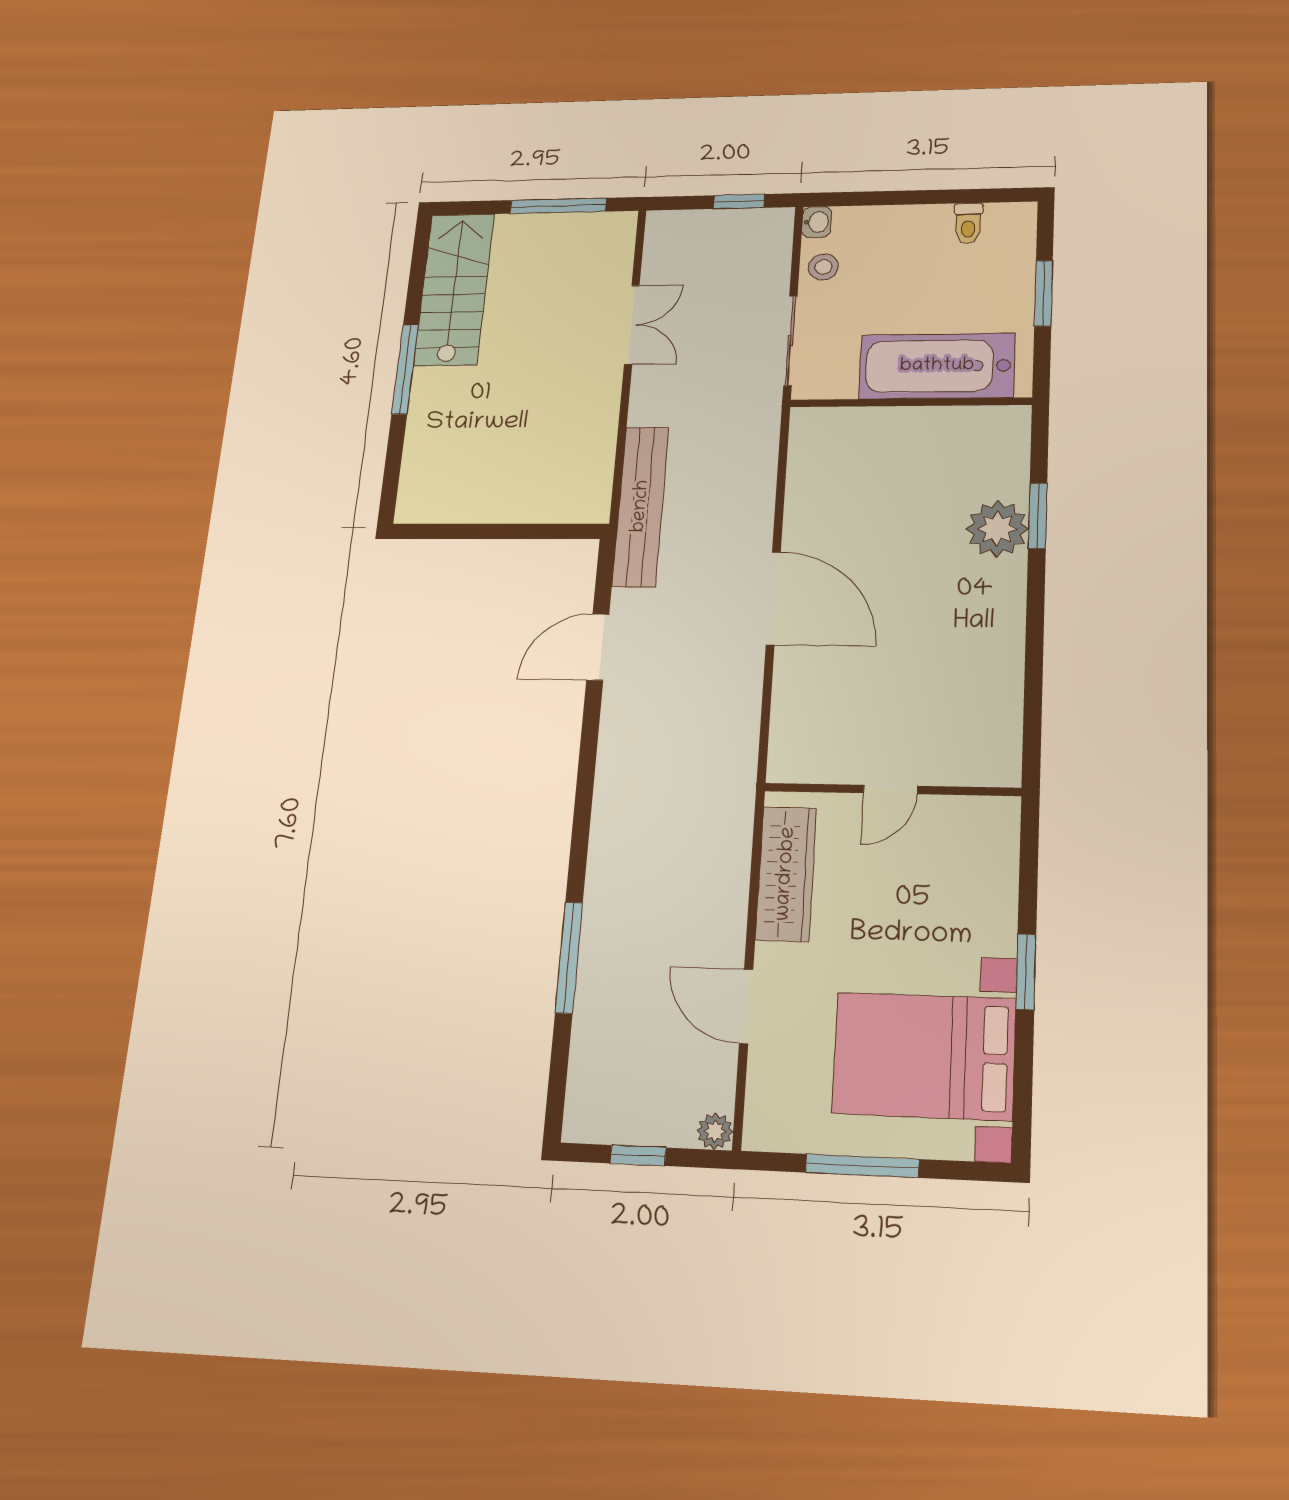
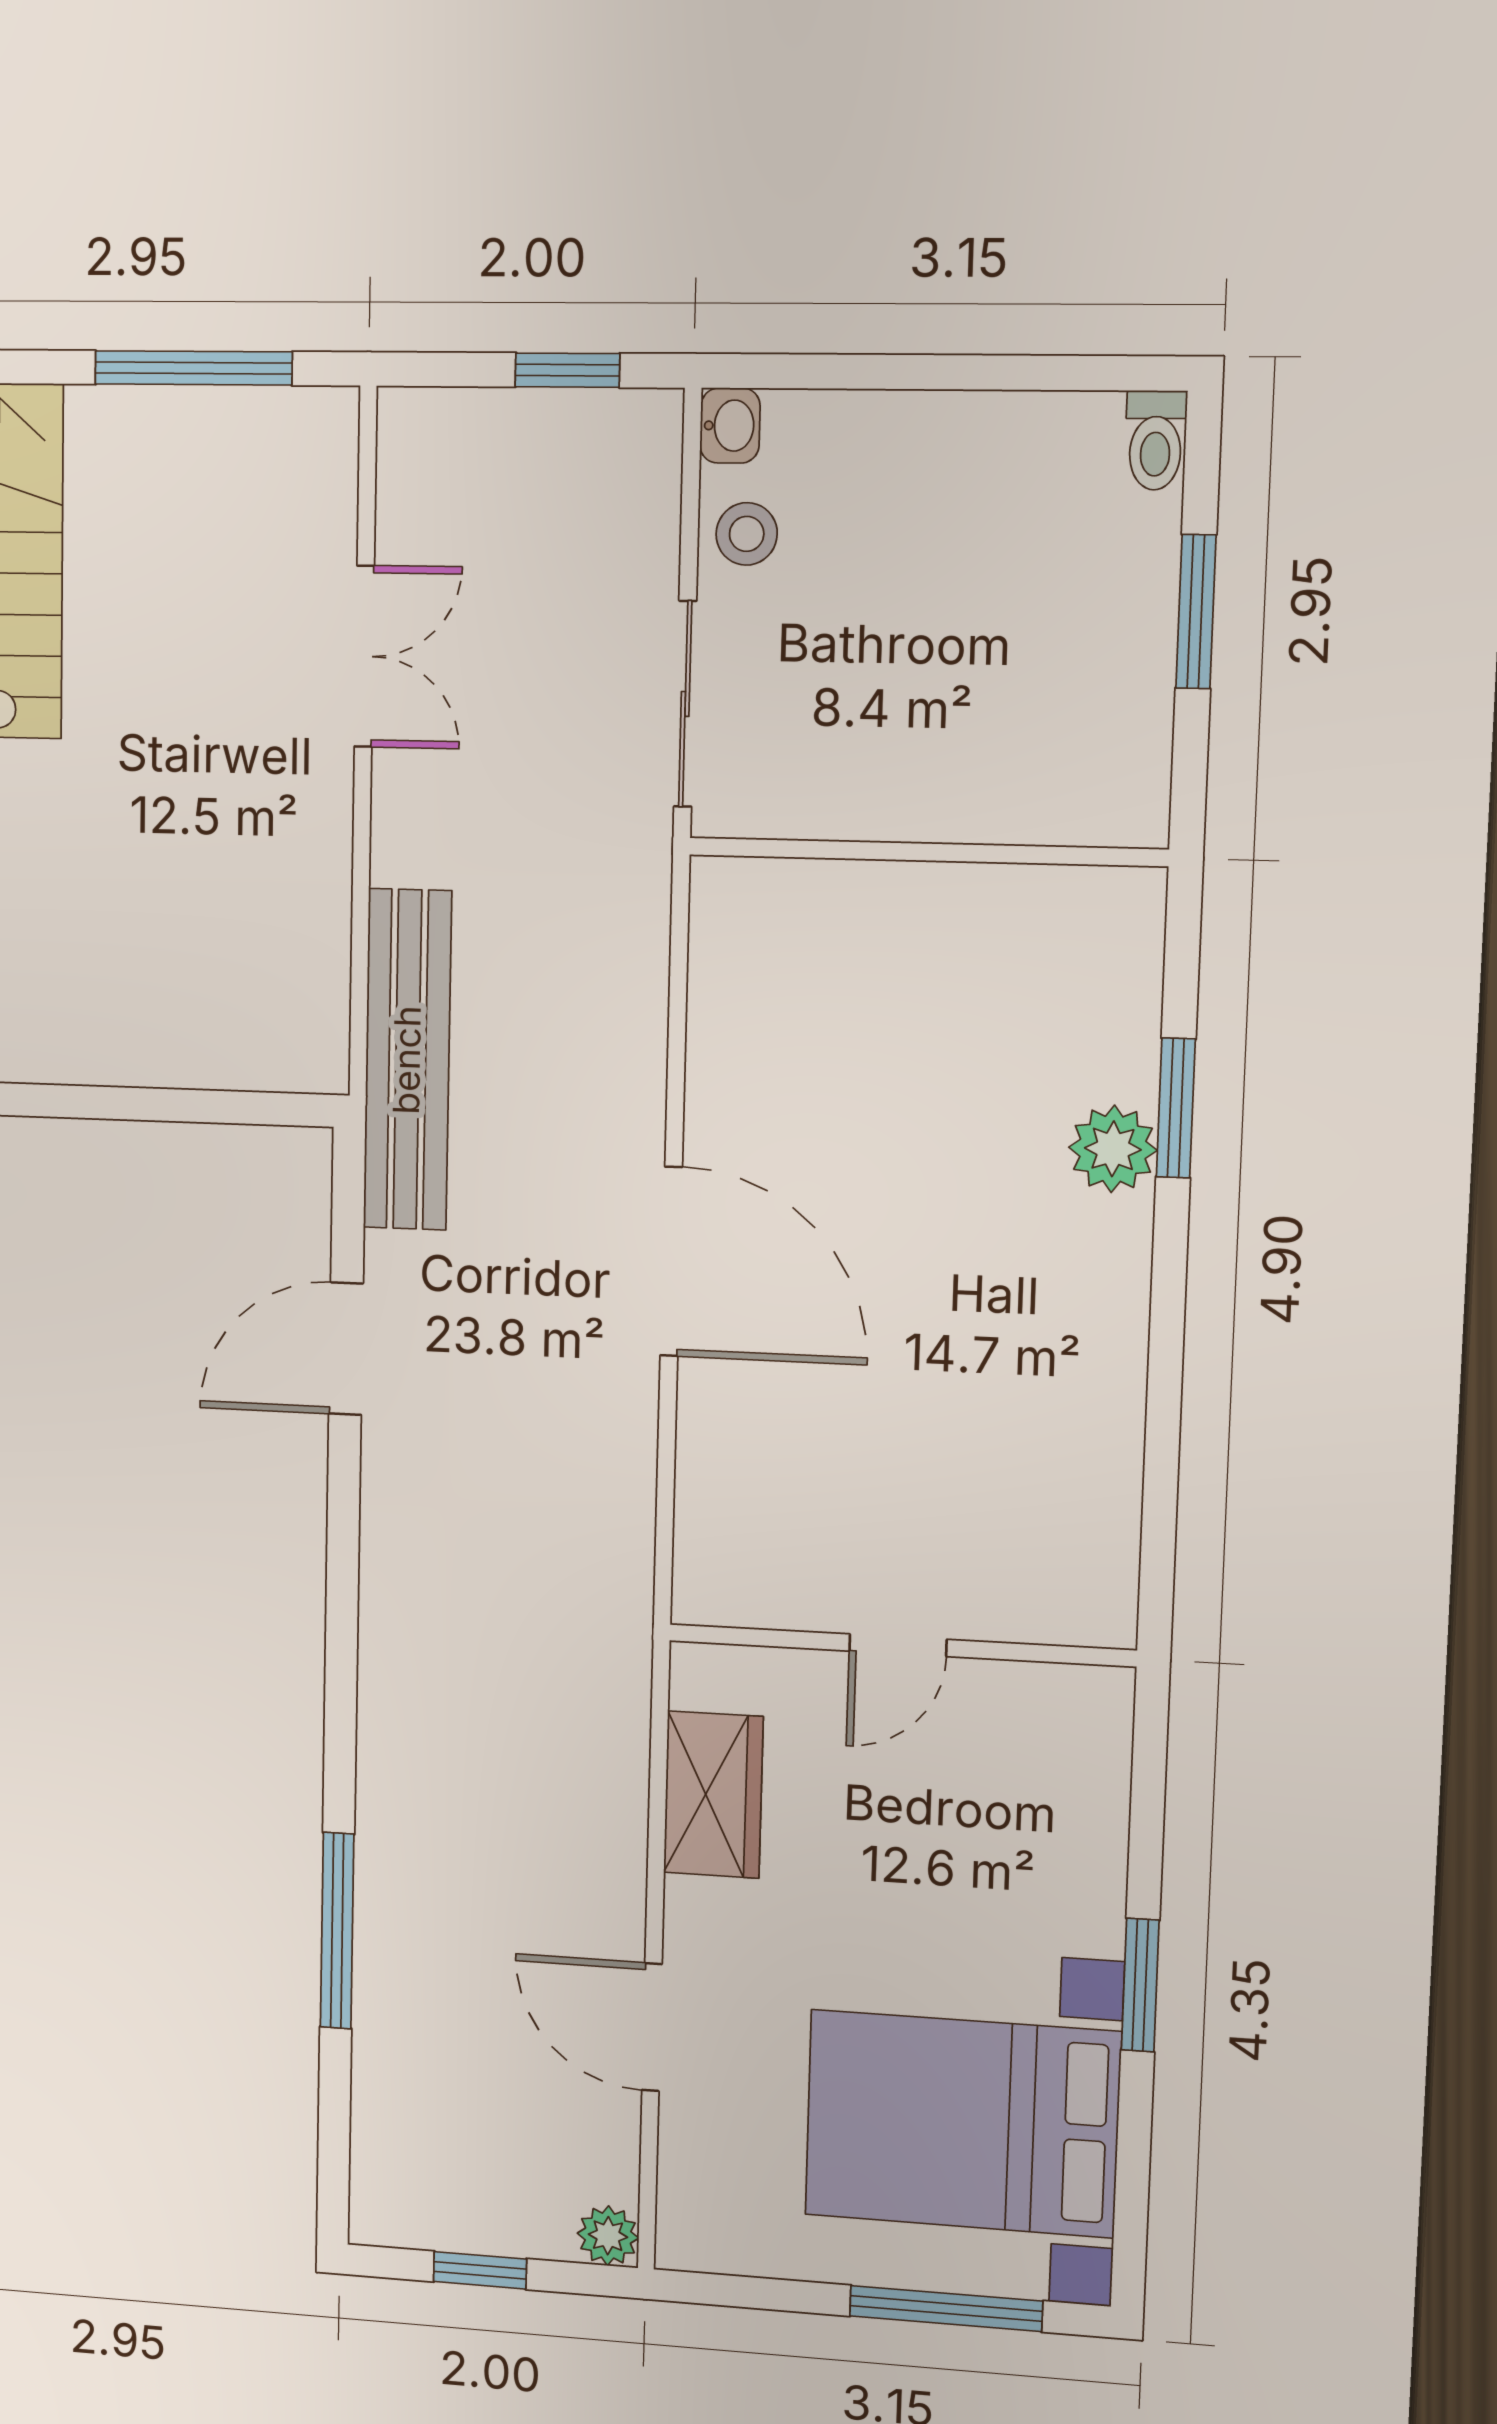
toilet: (968, 223) -> (1156, 440), moved
bathtub: (937, 366) -> (980, 772), removed
plant: (997, 529) -> (1113, 1149), width x0.73, depth x0.73
wardrobe: (786, 874) -> (713, 1795), width x0.67
window: (862, 1166) -> (946, 2309), moved

